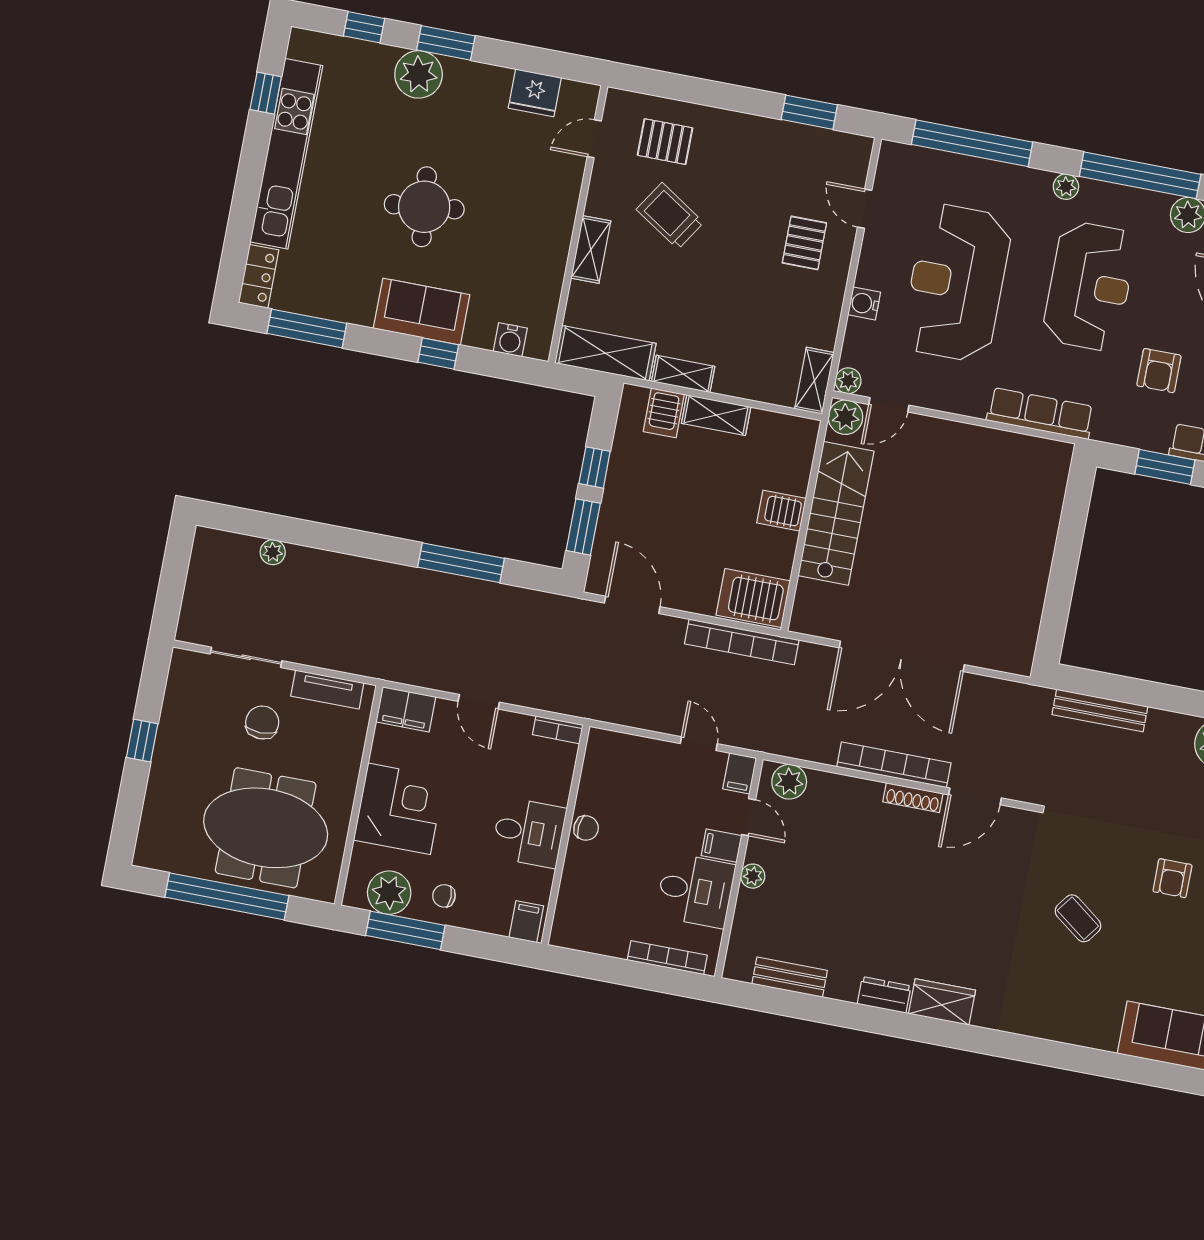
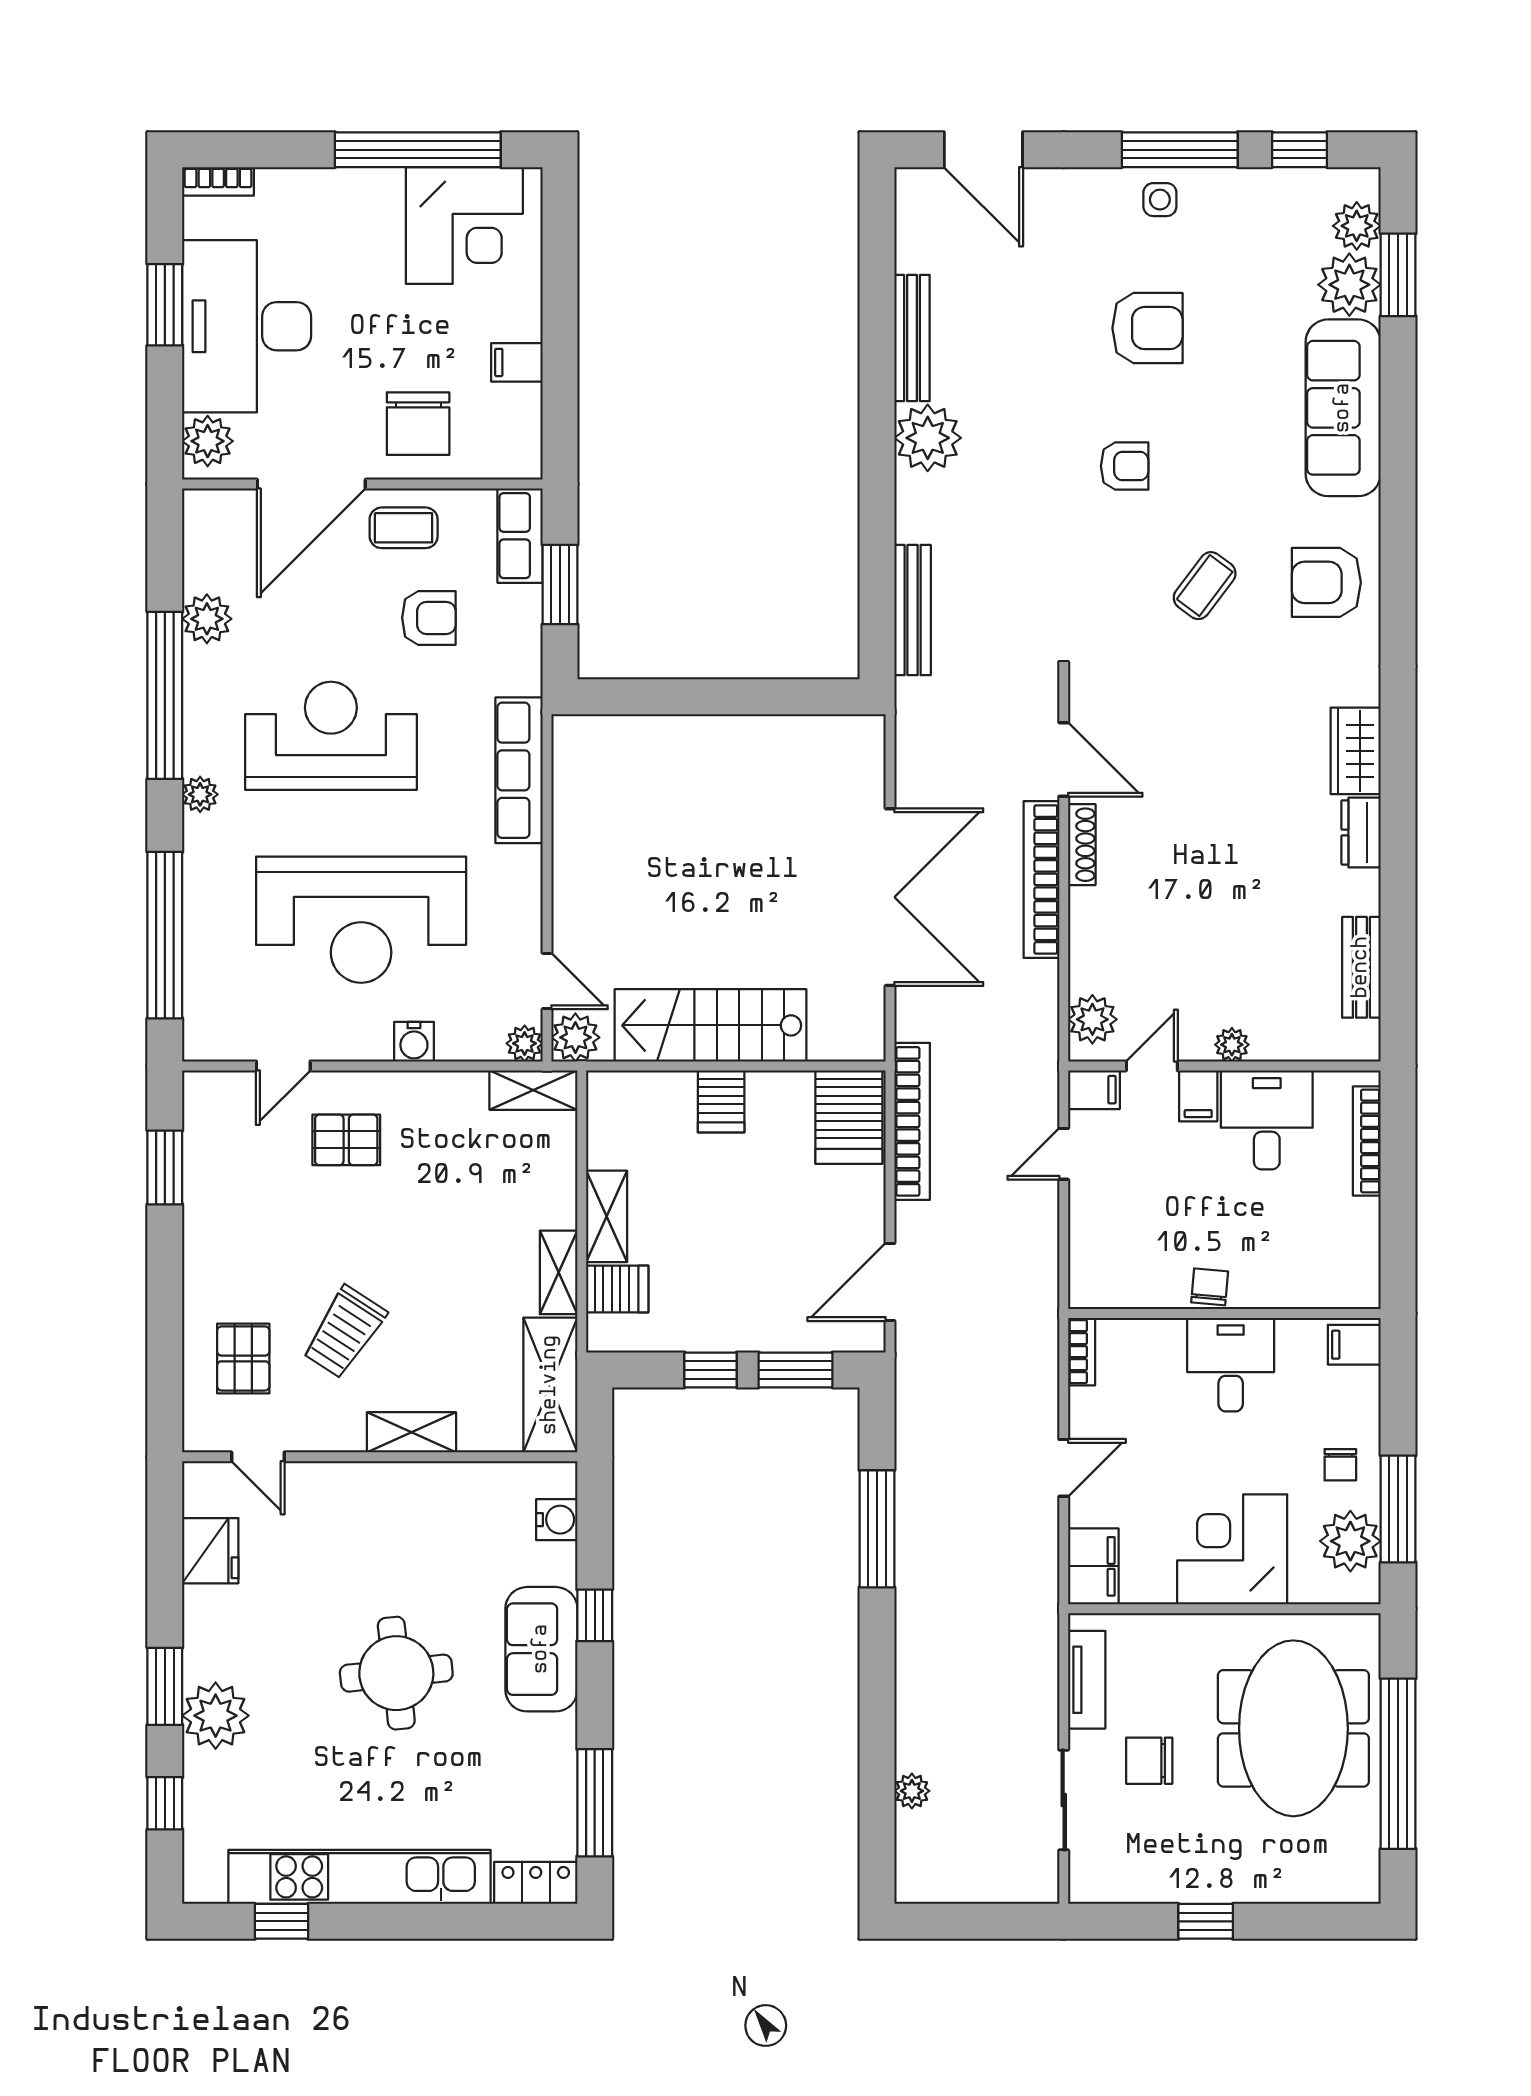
armchair: (1064, 1004) -> (1326, 582), added

